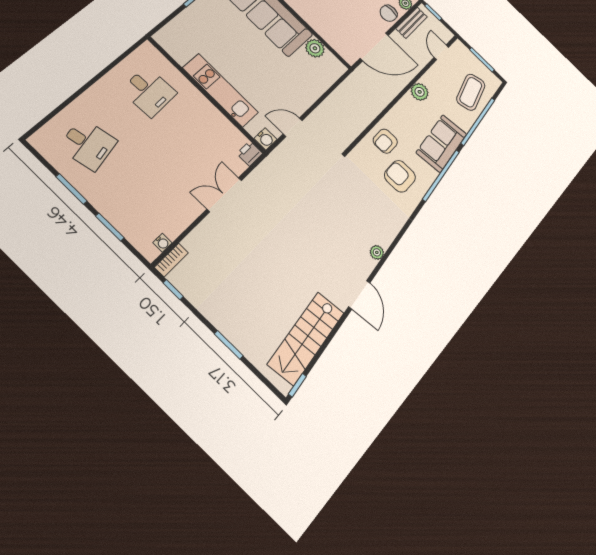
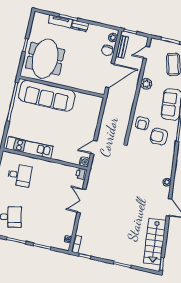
plant: (315, 48) -> (81, 98), removed
door: (441, 52) -> (146, 53), hinge flipped
kitchen unit: (220, 90) -> (30, 147), moved

